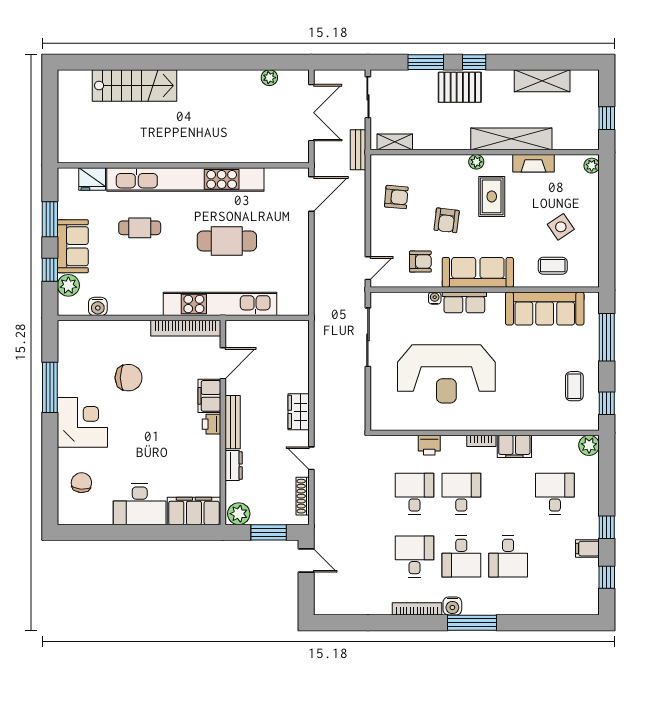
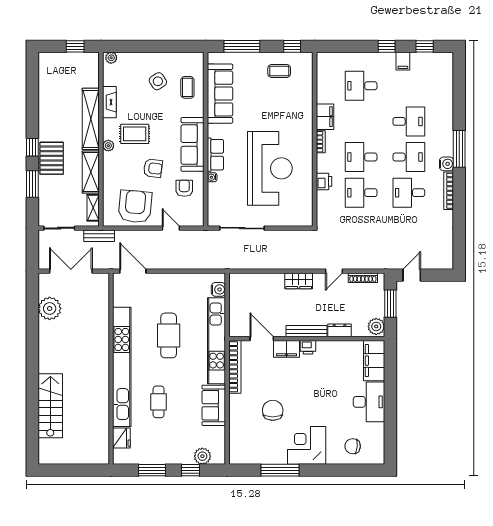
plant: (269, 78) -> (50, 308), width x1.87, depth x1.87
shelving: (542, 81) -> (91, 172), moved
armchair: (396, 197) -> (135, 206), width x1.88, depth x1.88
sofa: (73, 246) -> (214, 405), moved, turned -90
door: (368, 268) -> (171, 228), moved
water cooler: (98, 306) -> (218, 289), moved
plant: (589, 445) -> (324, 60), removed

